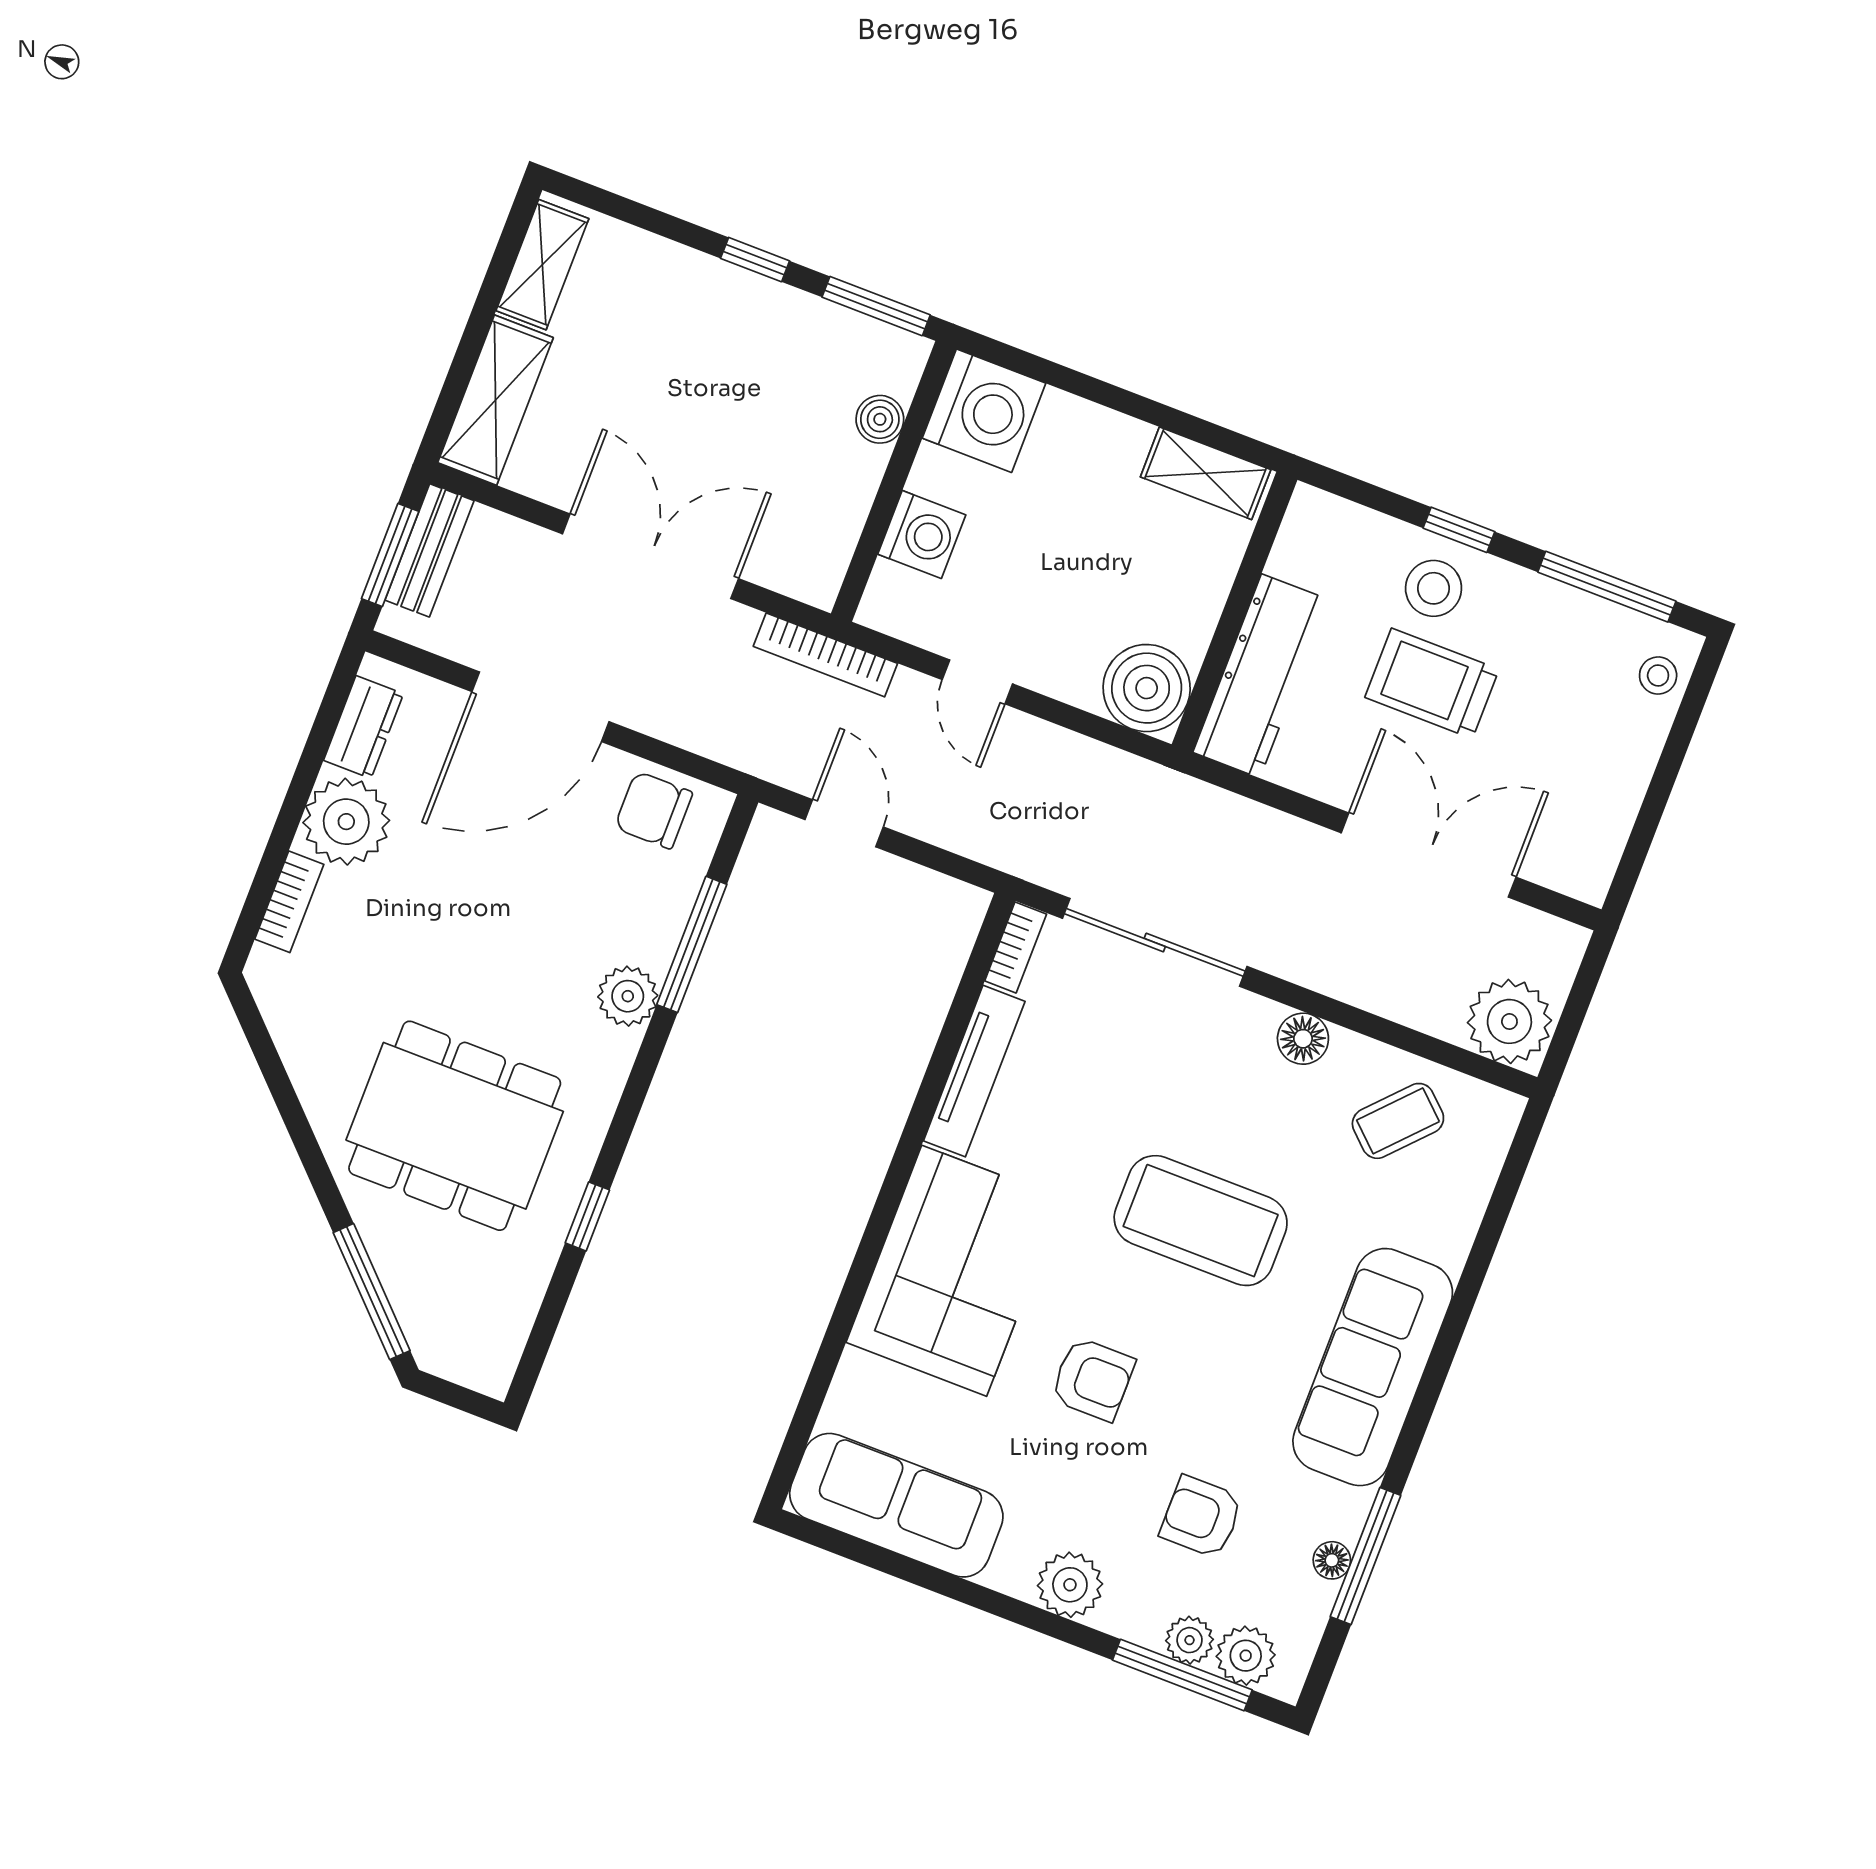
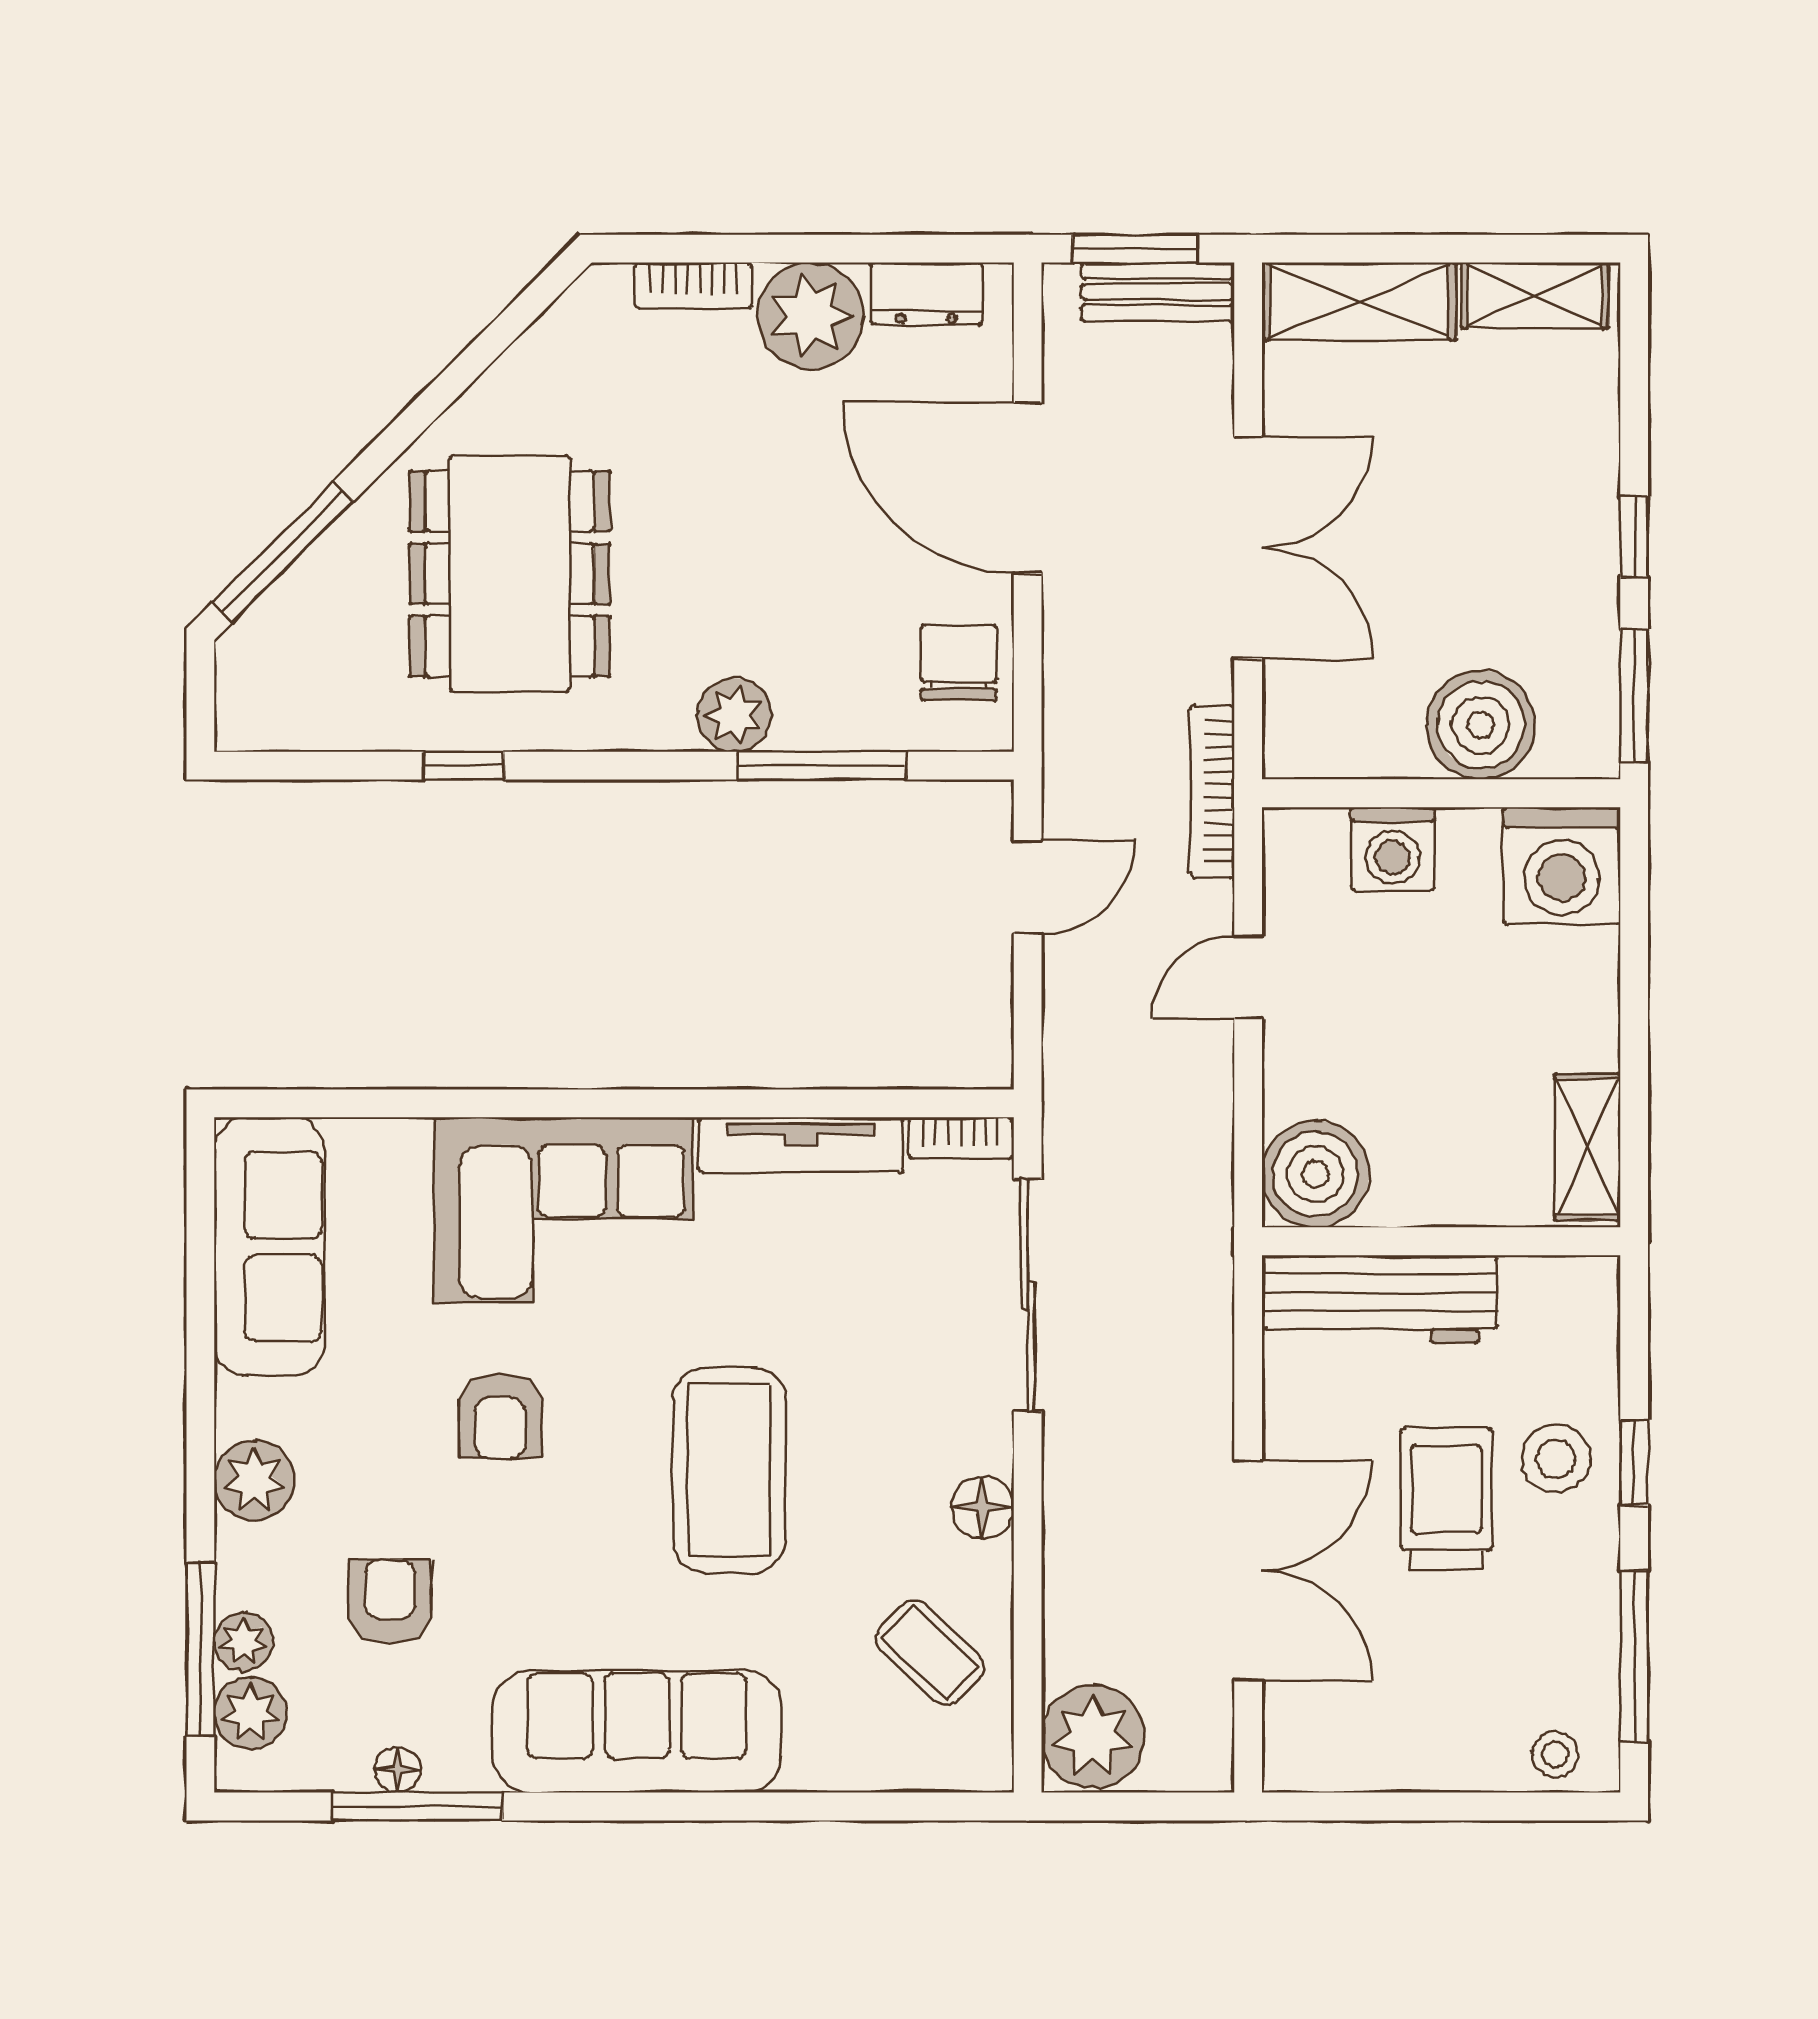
boiler: (880, 419) -> (1481, 725), width x1.86, depth x1.86

